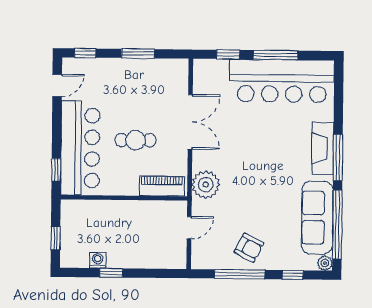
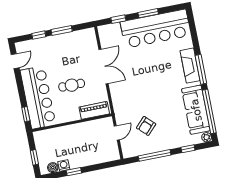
window: (85, 53) -> (39, 35), moved
window: (276, 55) -> (148, 13), width x0.69
plant: (206, 185) -> (121, 104), removed
armchair: (249, 248) -> (146, 126), moved, turned 107
boiler: (80, 260) -> (53, 168), added

